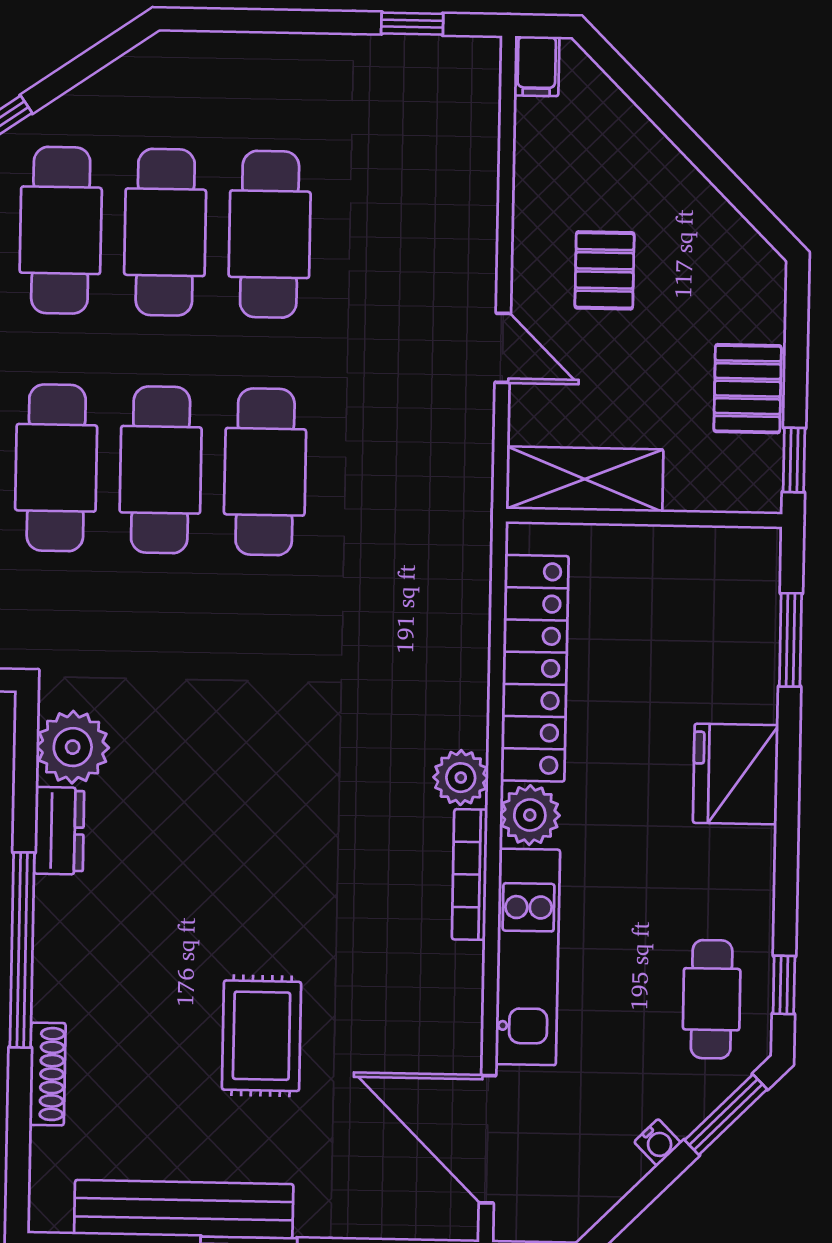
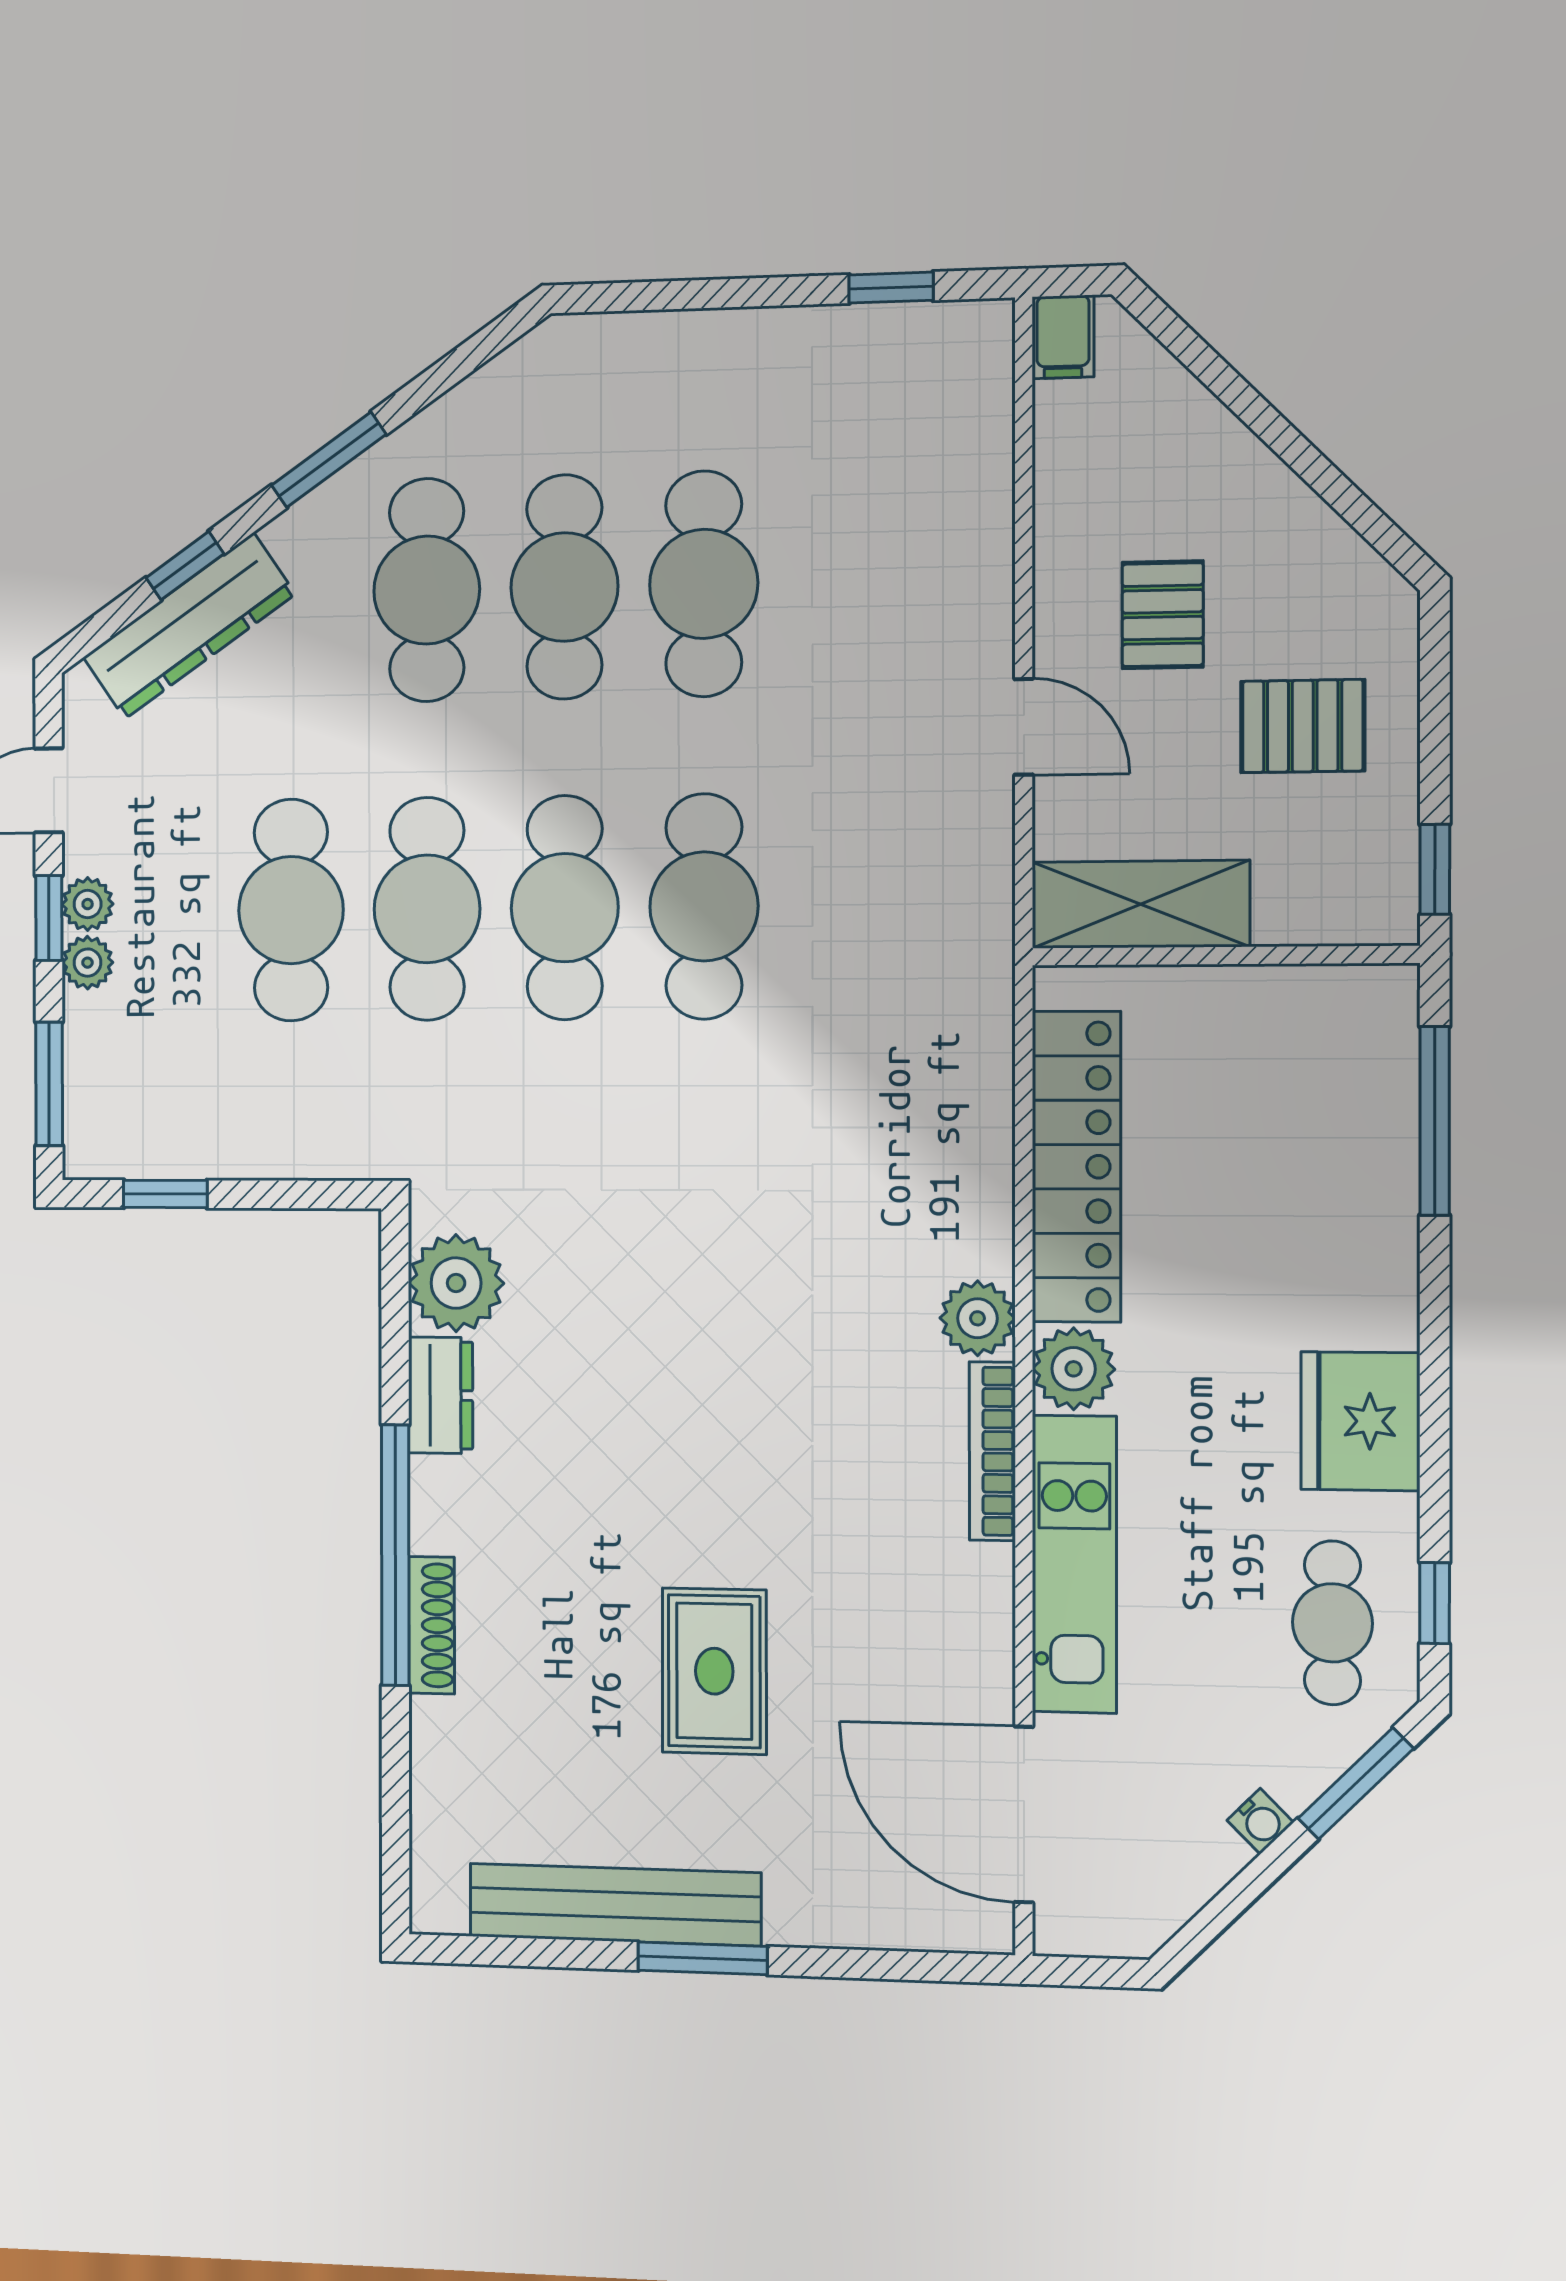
pallet: (748, 389) -> (1303, 726), moved, turned 90
window: (791, 640) -> (1435, 1121), width x1.44
fridge: (736, 774) -> (1360, 1421), moved
shoe rack: (47, 1074) -> (432, 1625), moved

